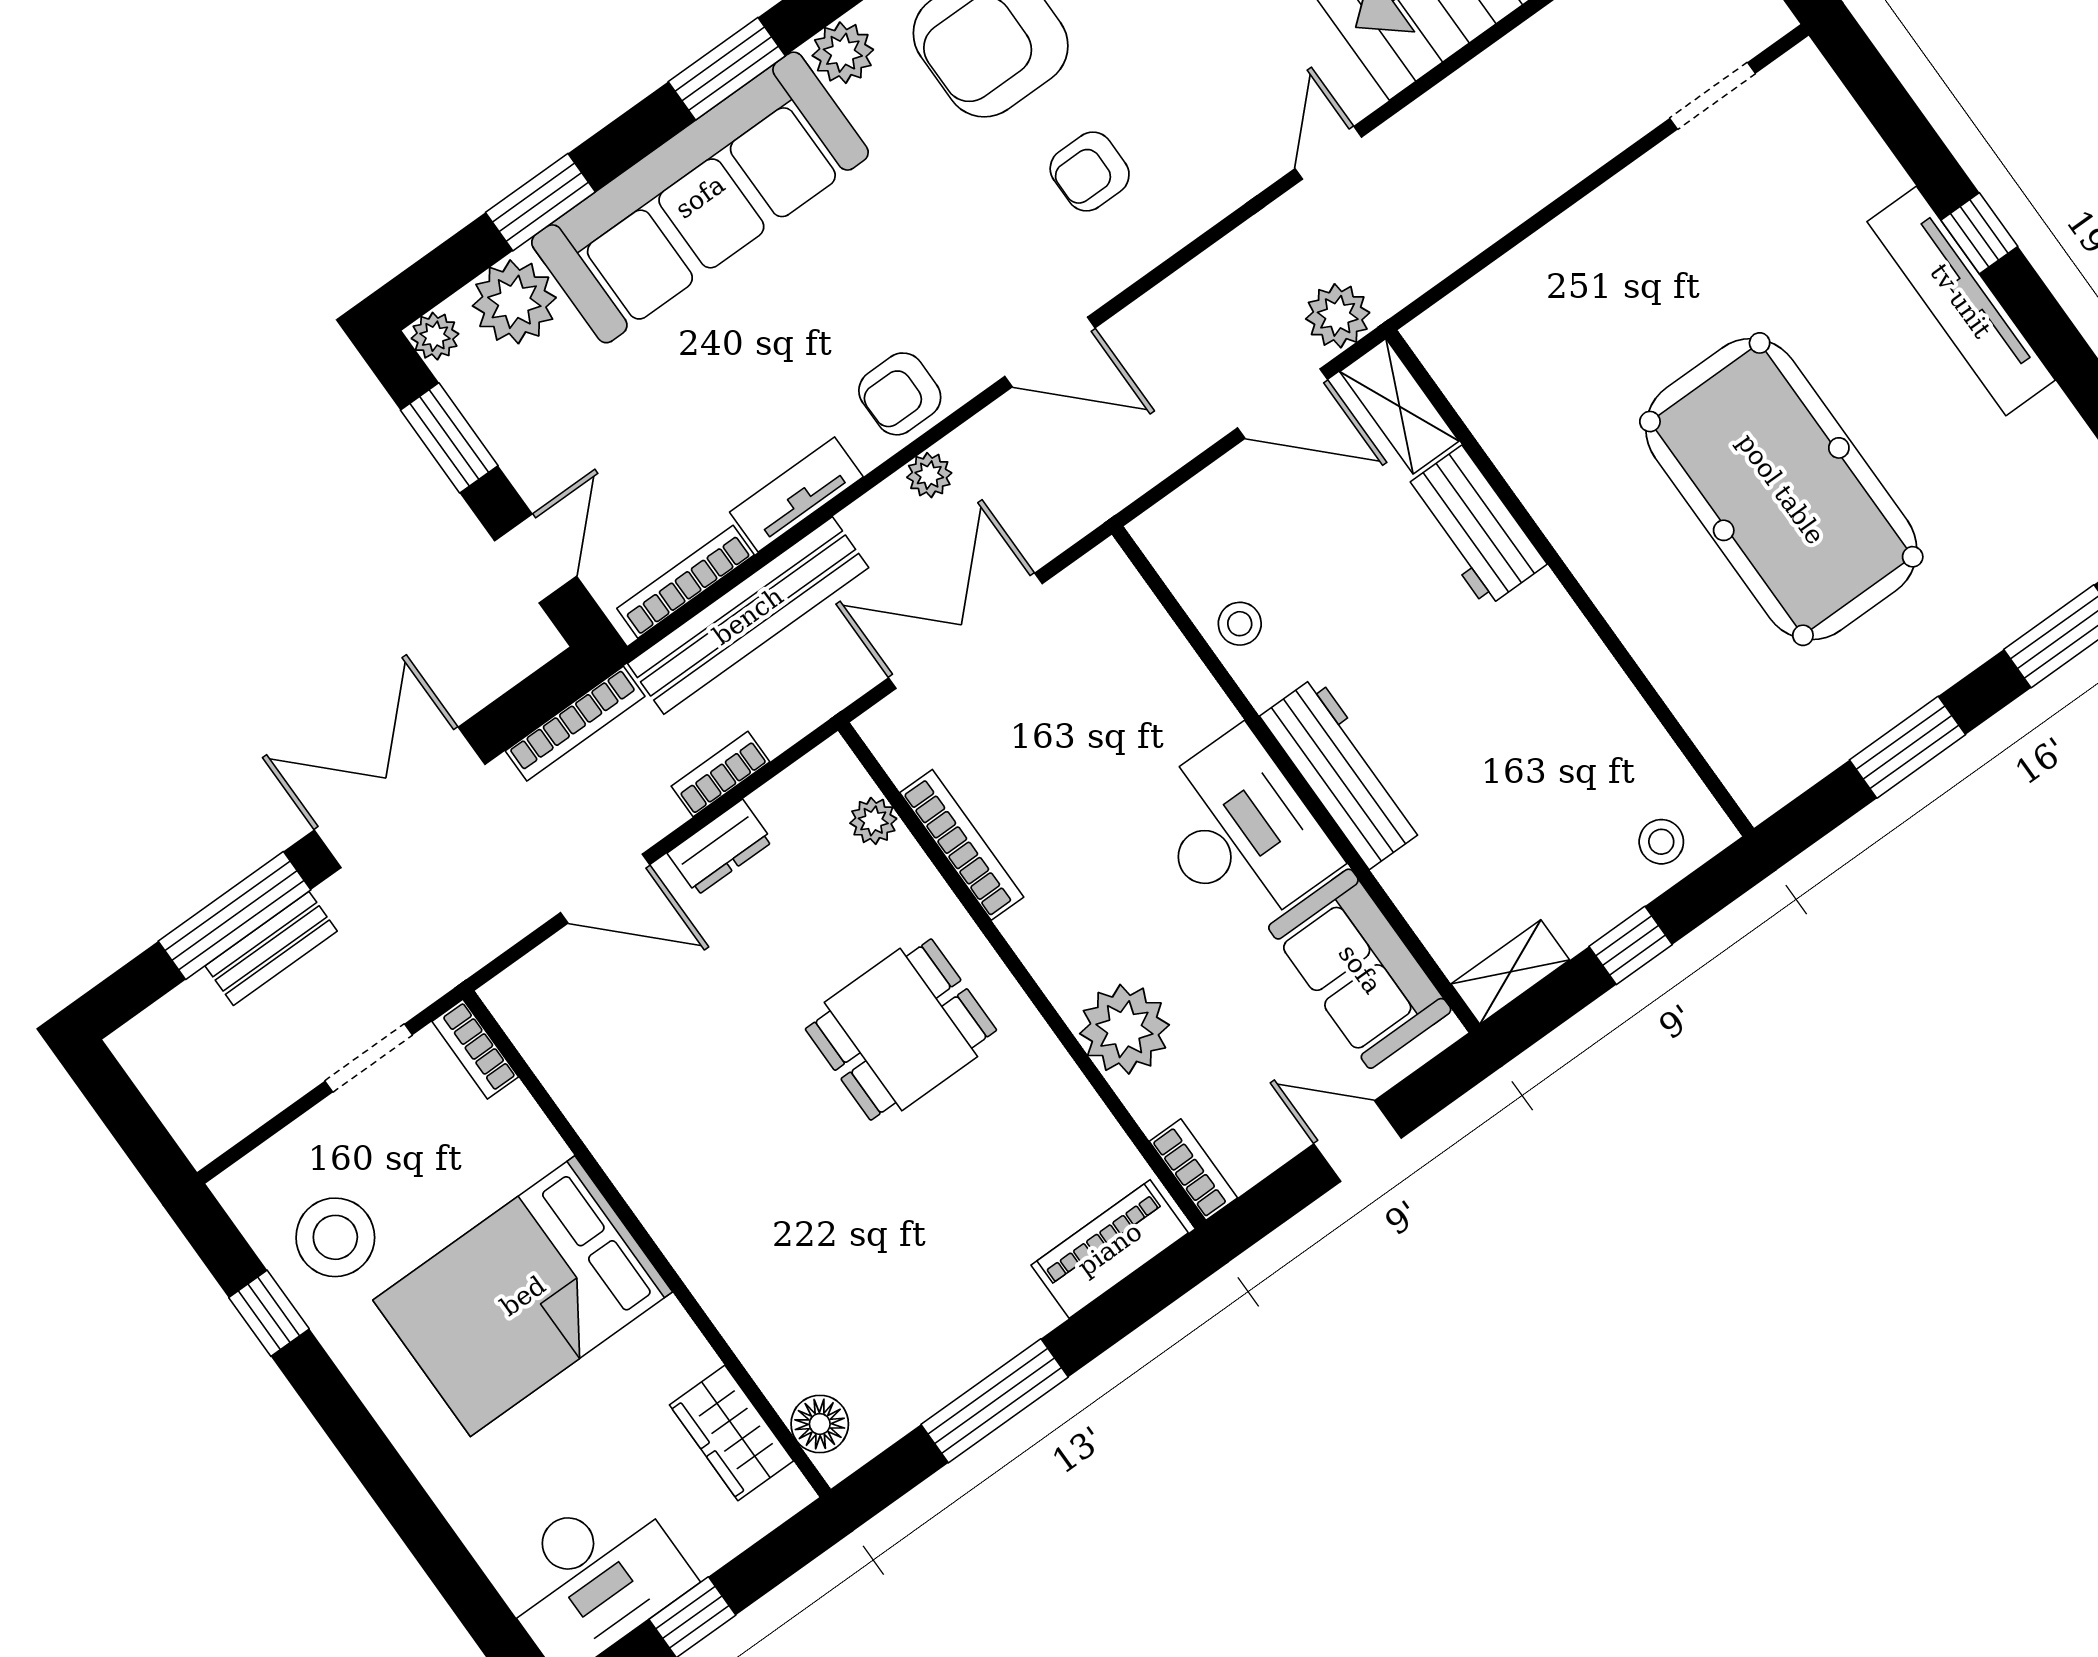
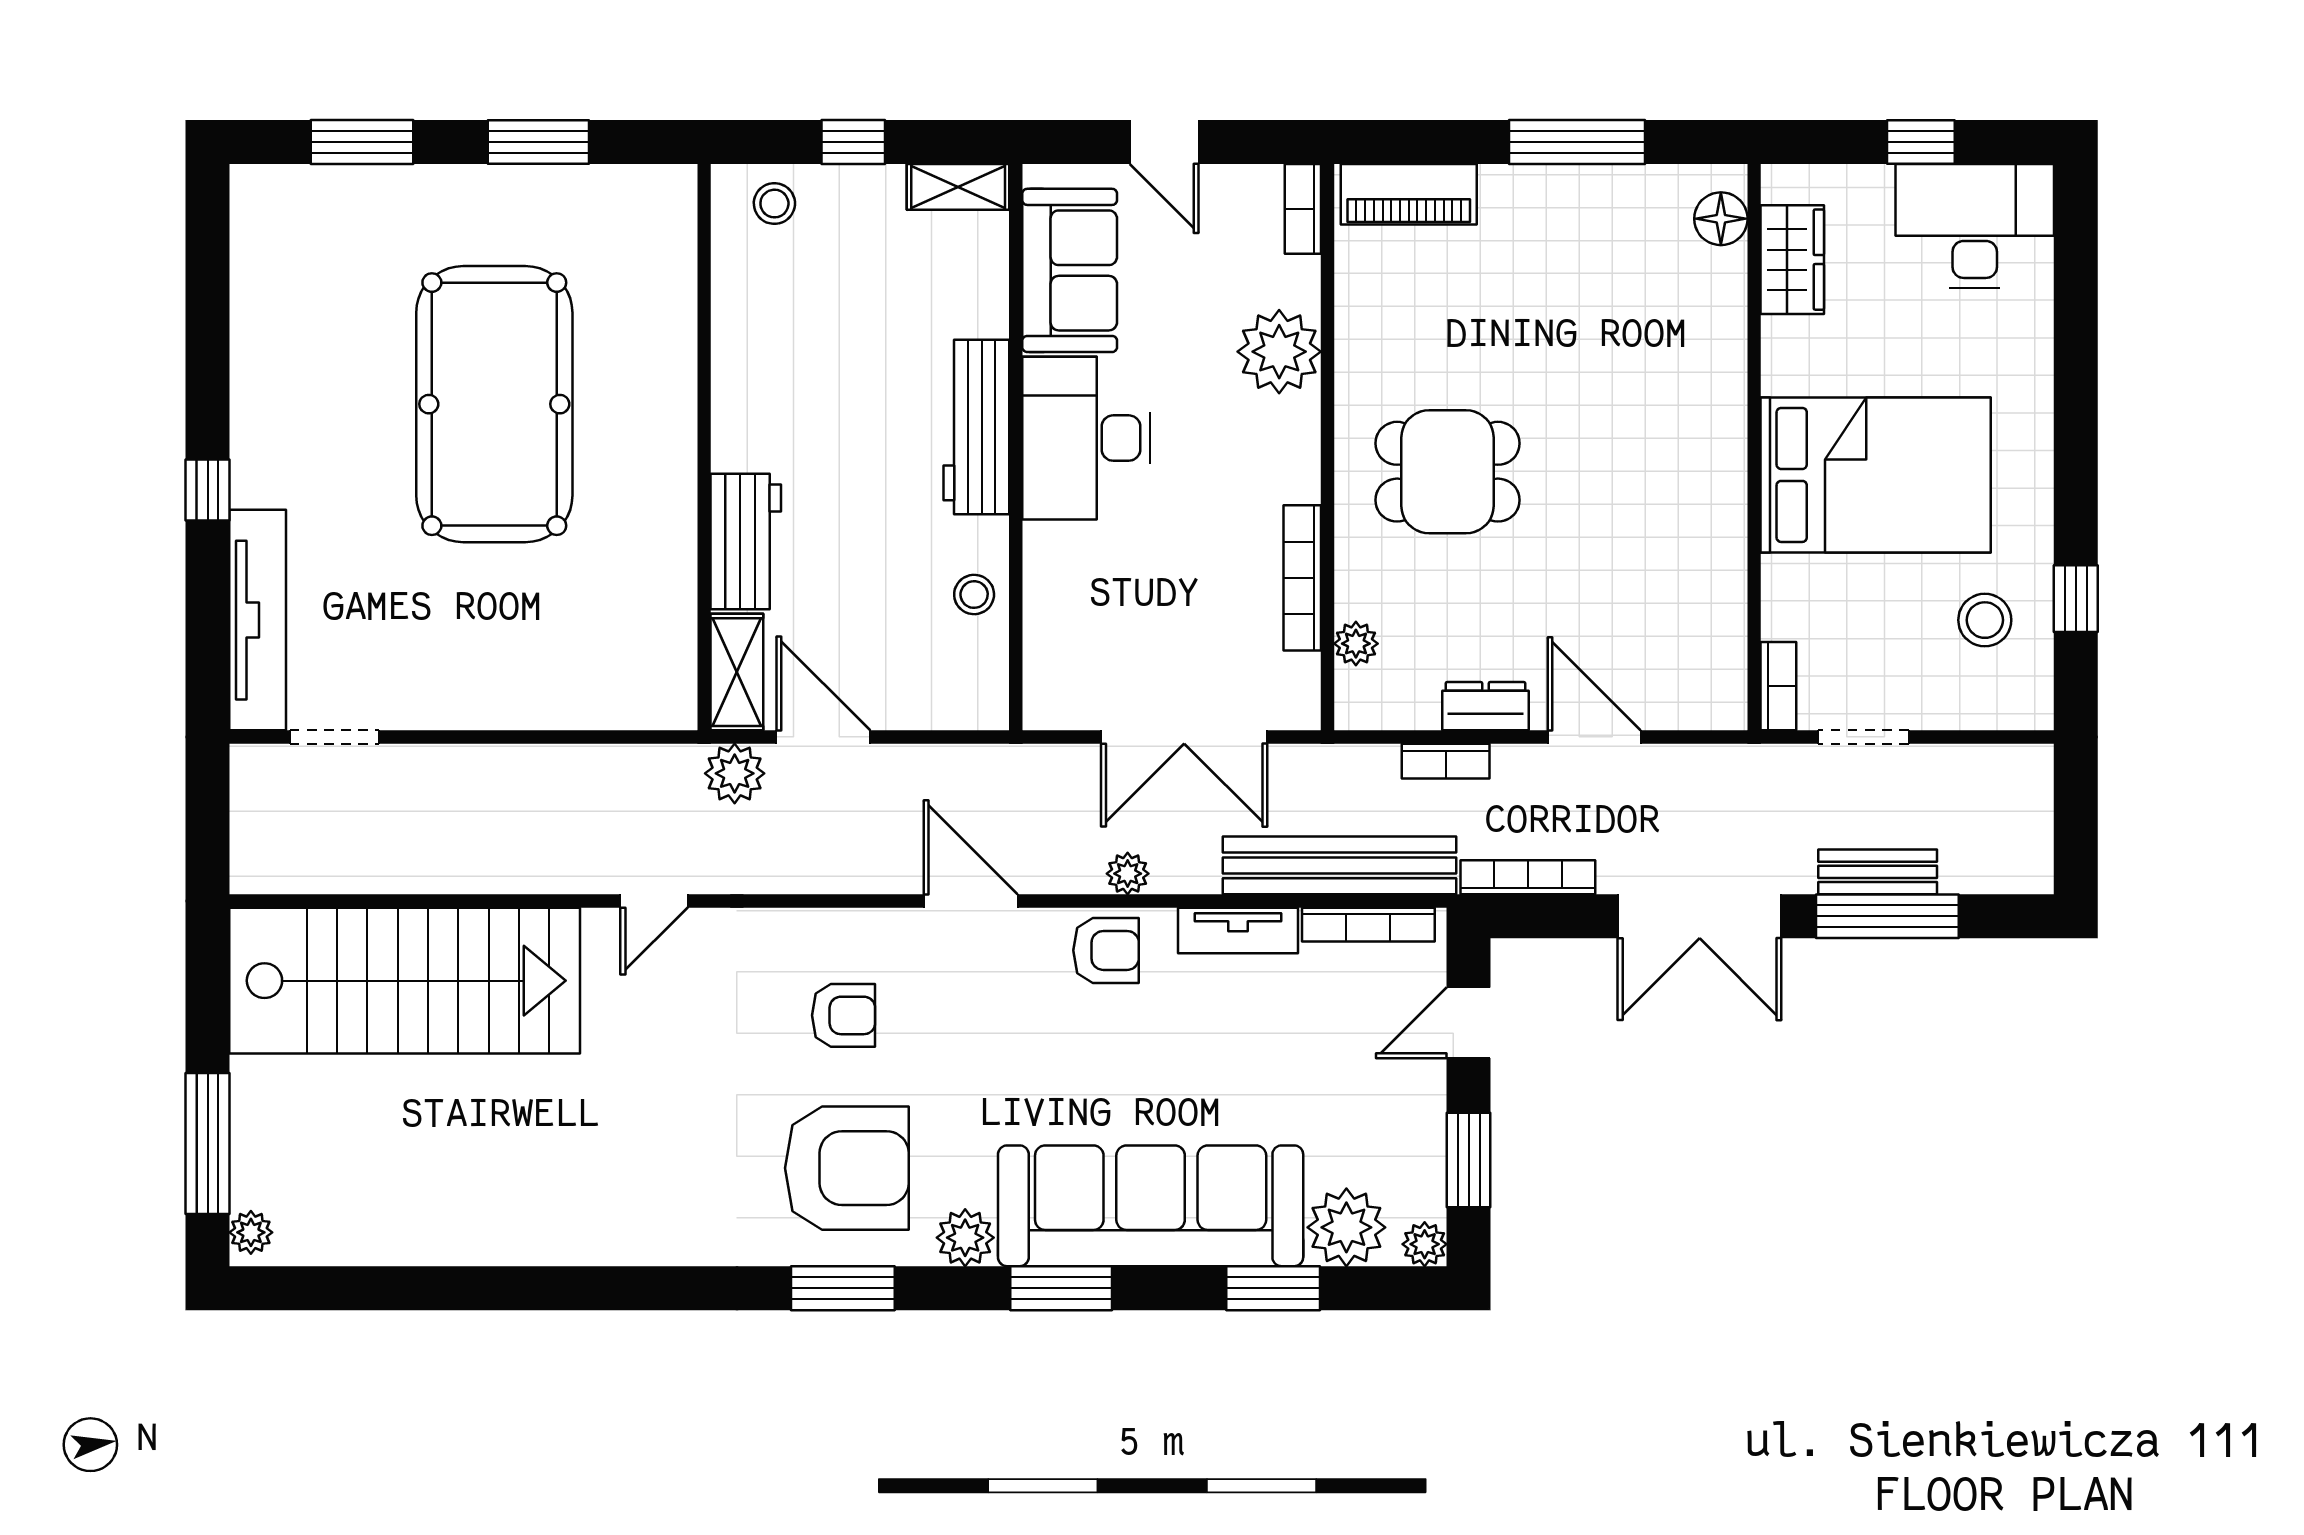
tv unit: (1961, 301) -> (258, 620), moved
stool: (335, 1237) -> (1985, 620), width x0.73, depth x0.73

